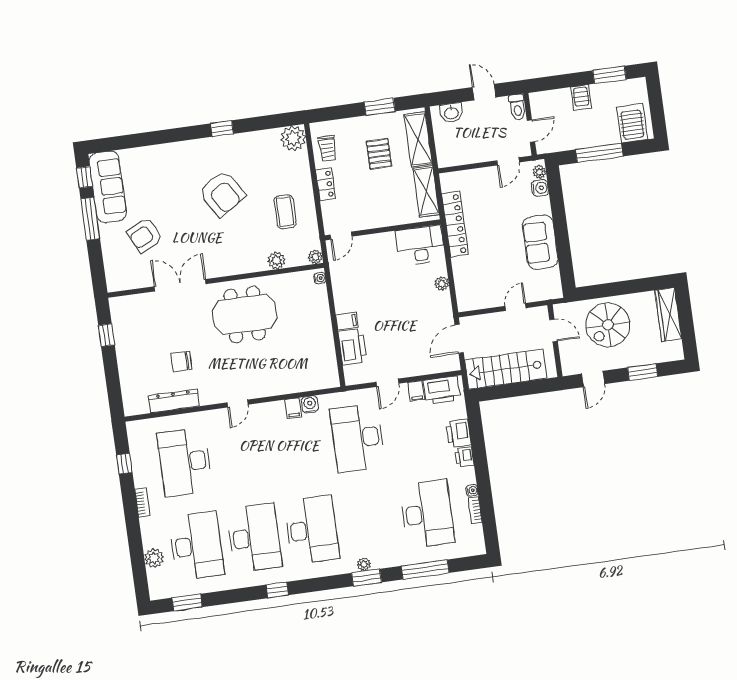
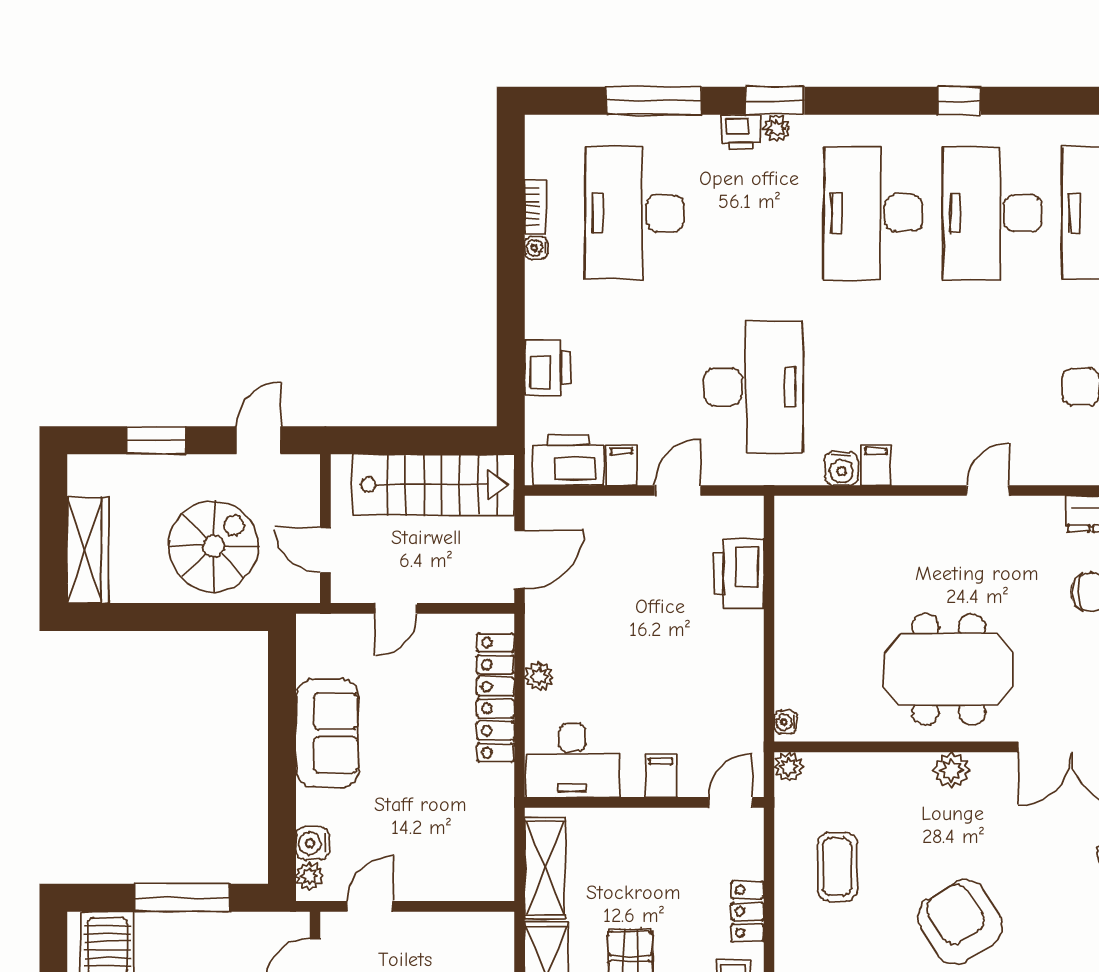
locker: (455, 224) -> (496, 698), moved
plant: (277, 261) -> (951, 770), moved
filing cabinet: (347, 321) -> (661, 776), moved, turned 90
printer: (464, 457) -> (741, 132), moved, turned 90

